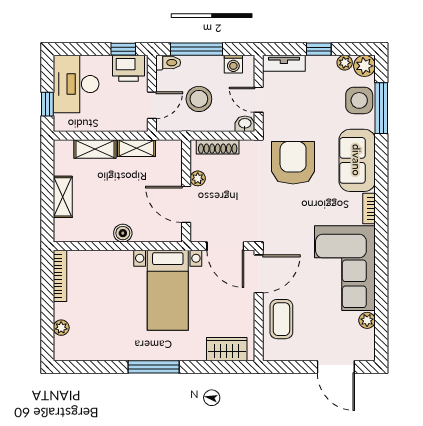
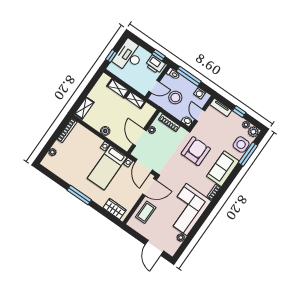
shelving: (63, 197) -> (84, 108), moved

